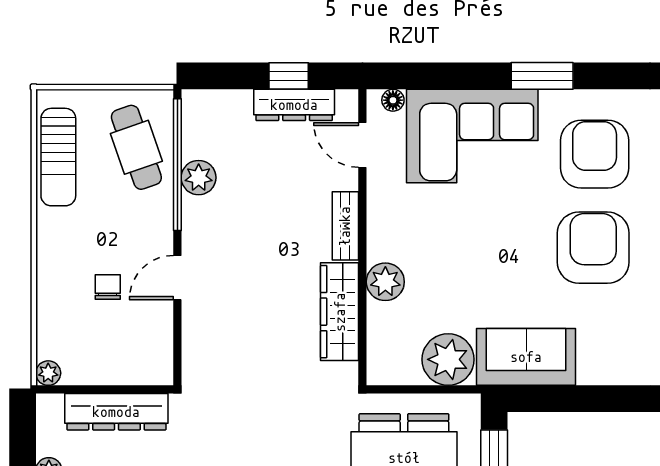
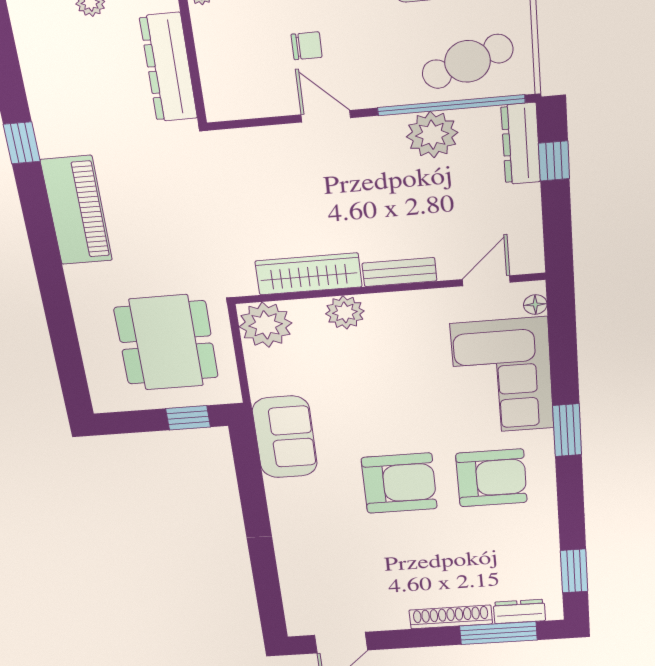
window: (289, 76) -> (554, 161), moved
dresser: (294, 105) -> (521, 144), moved
plant: (199, 178) -> (432, 135), width x1.36, depth x1.36
plant: (448, 359) -> (266, 325), moved

